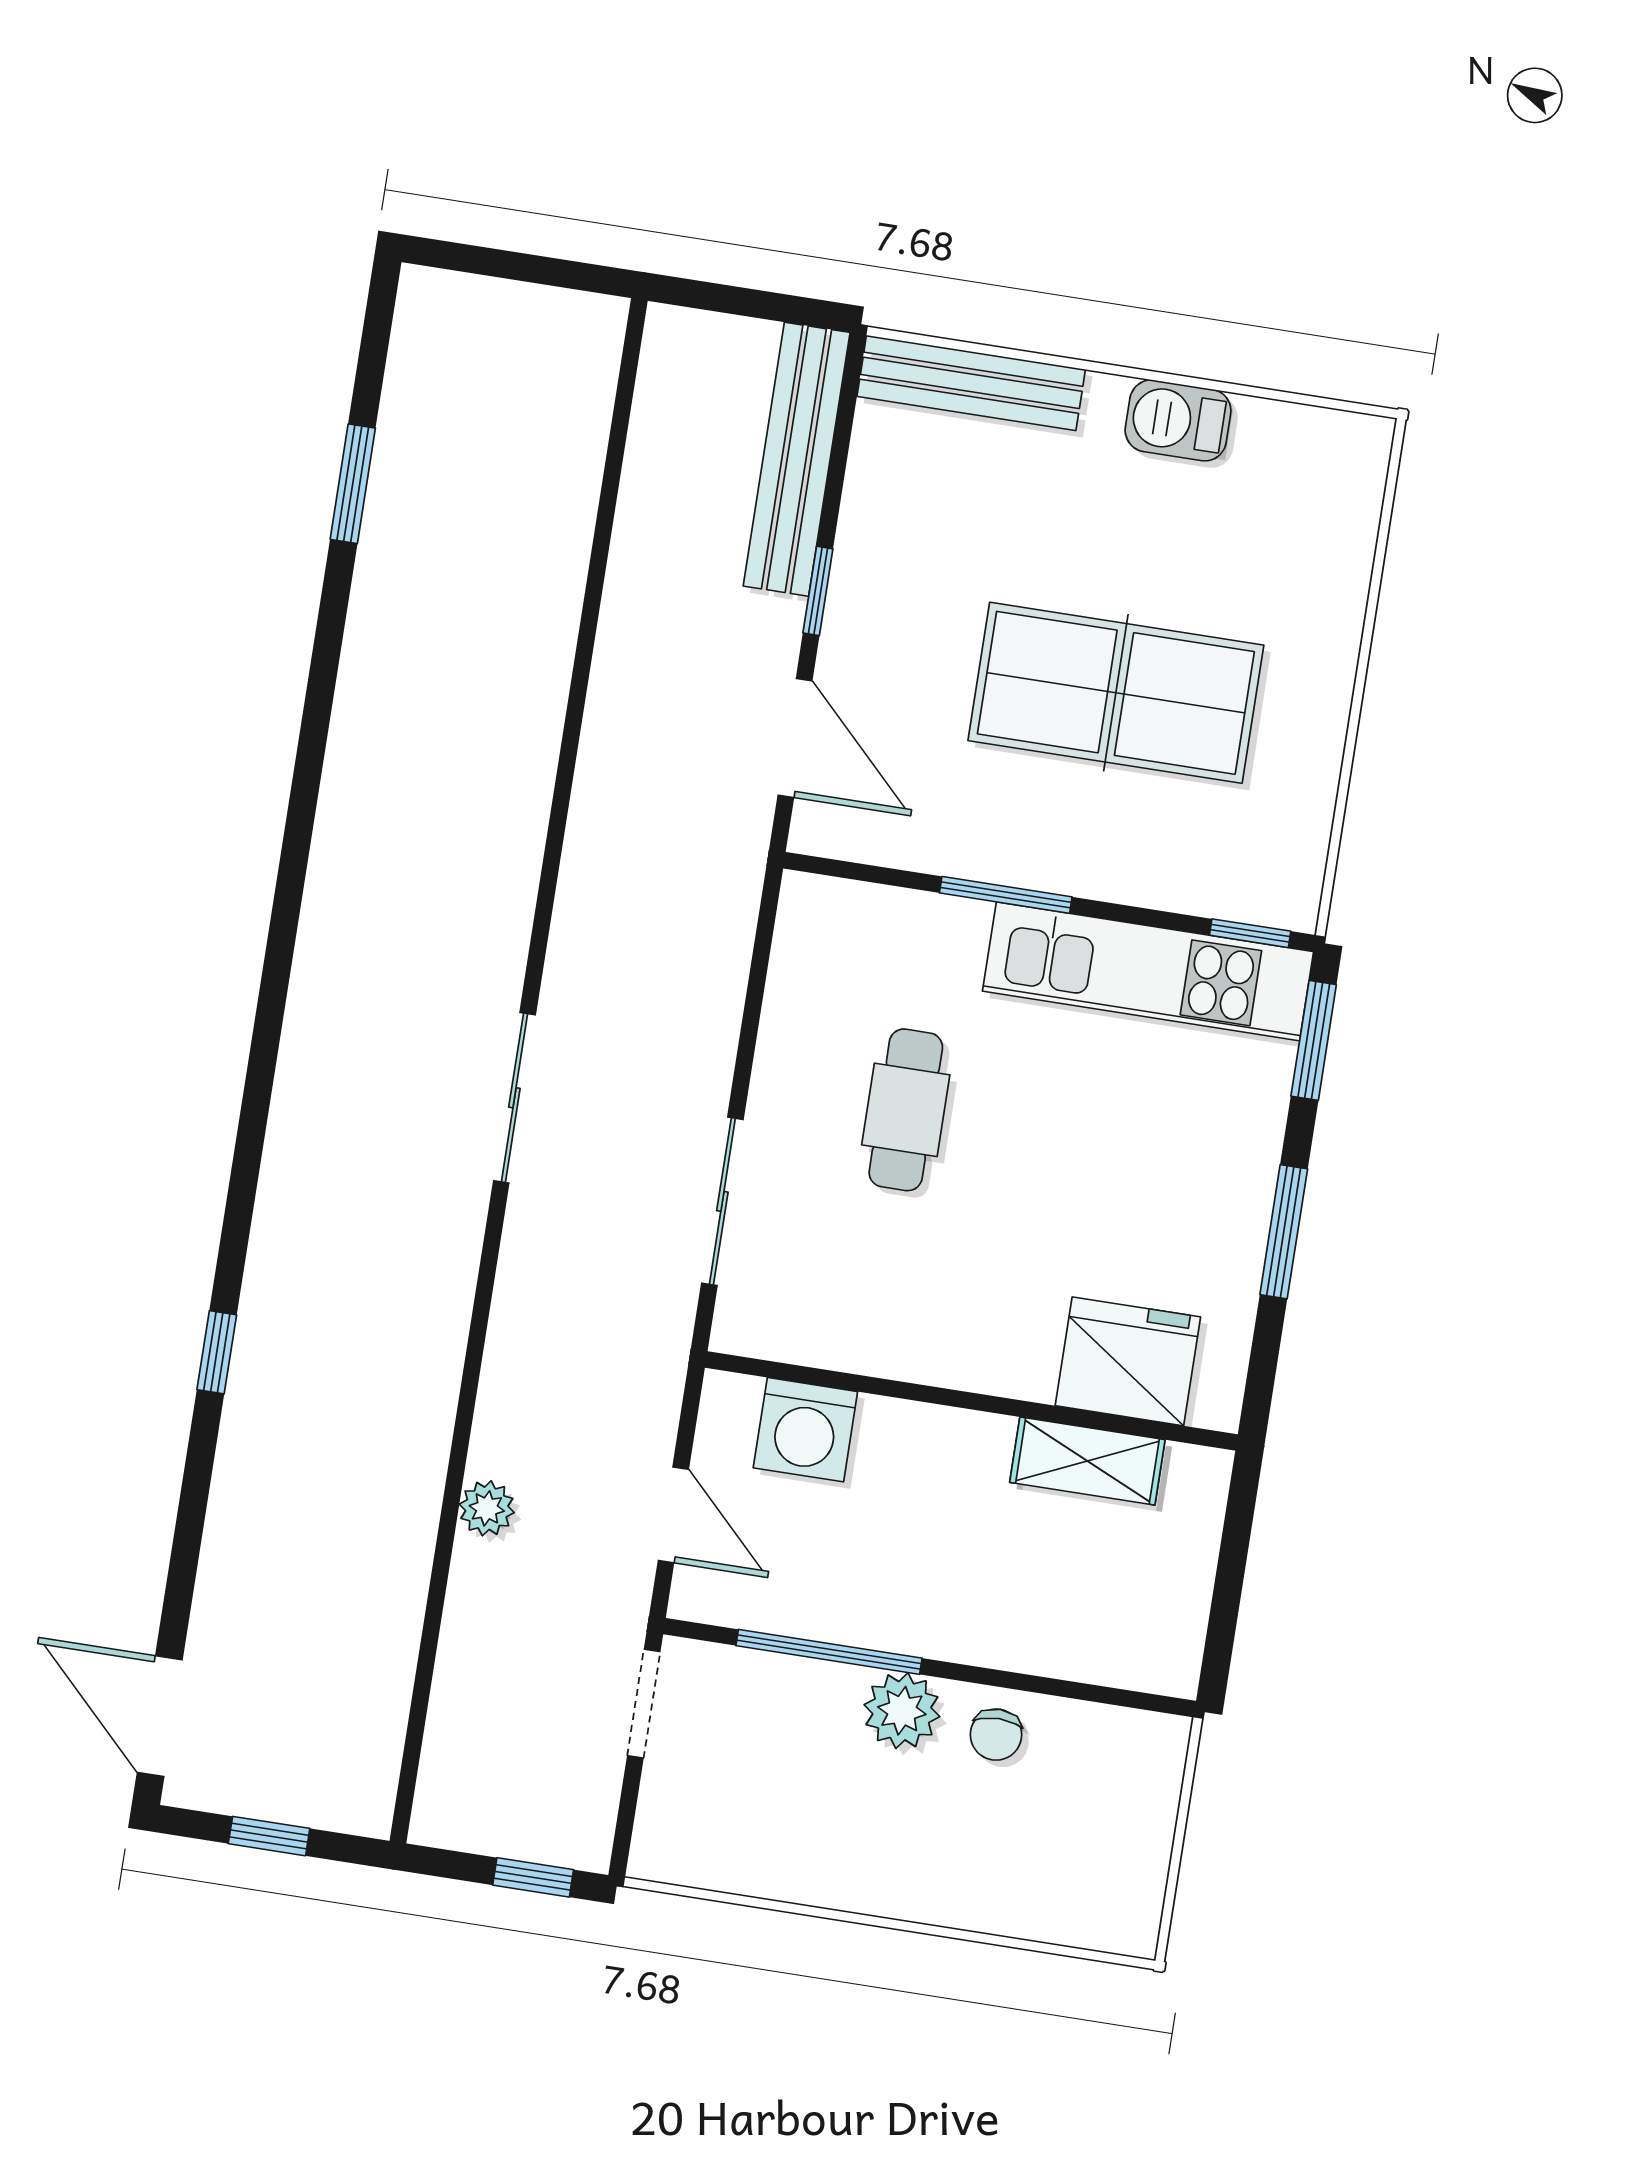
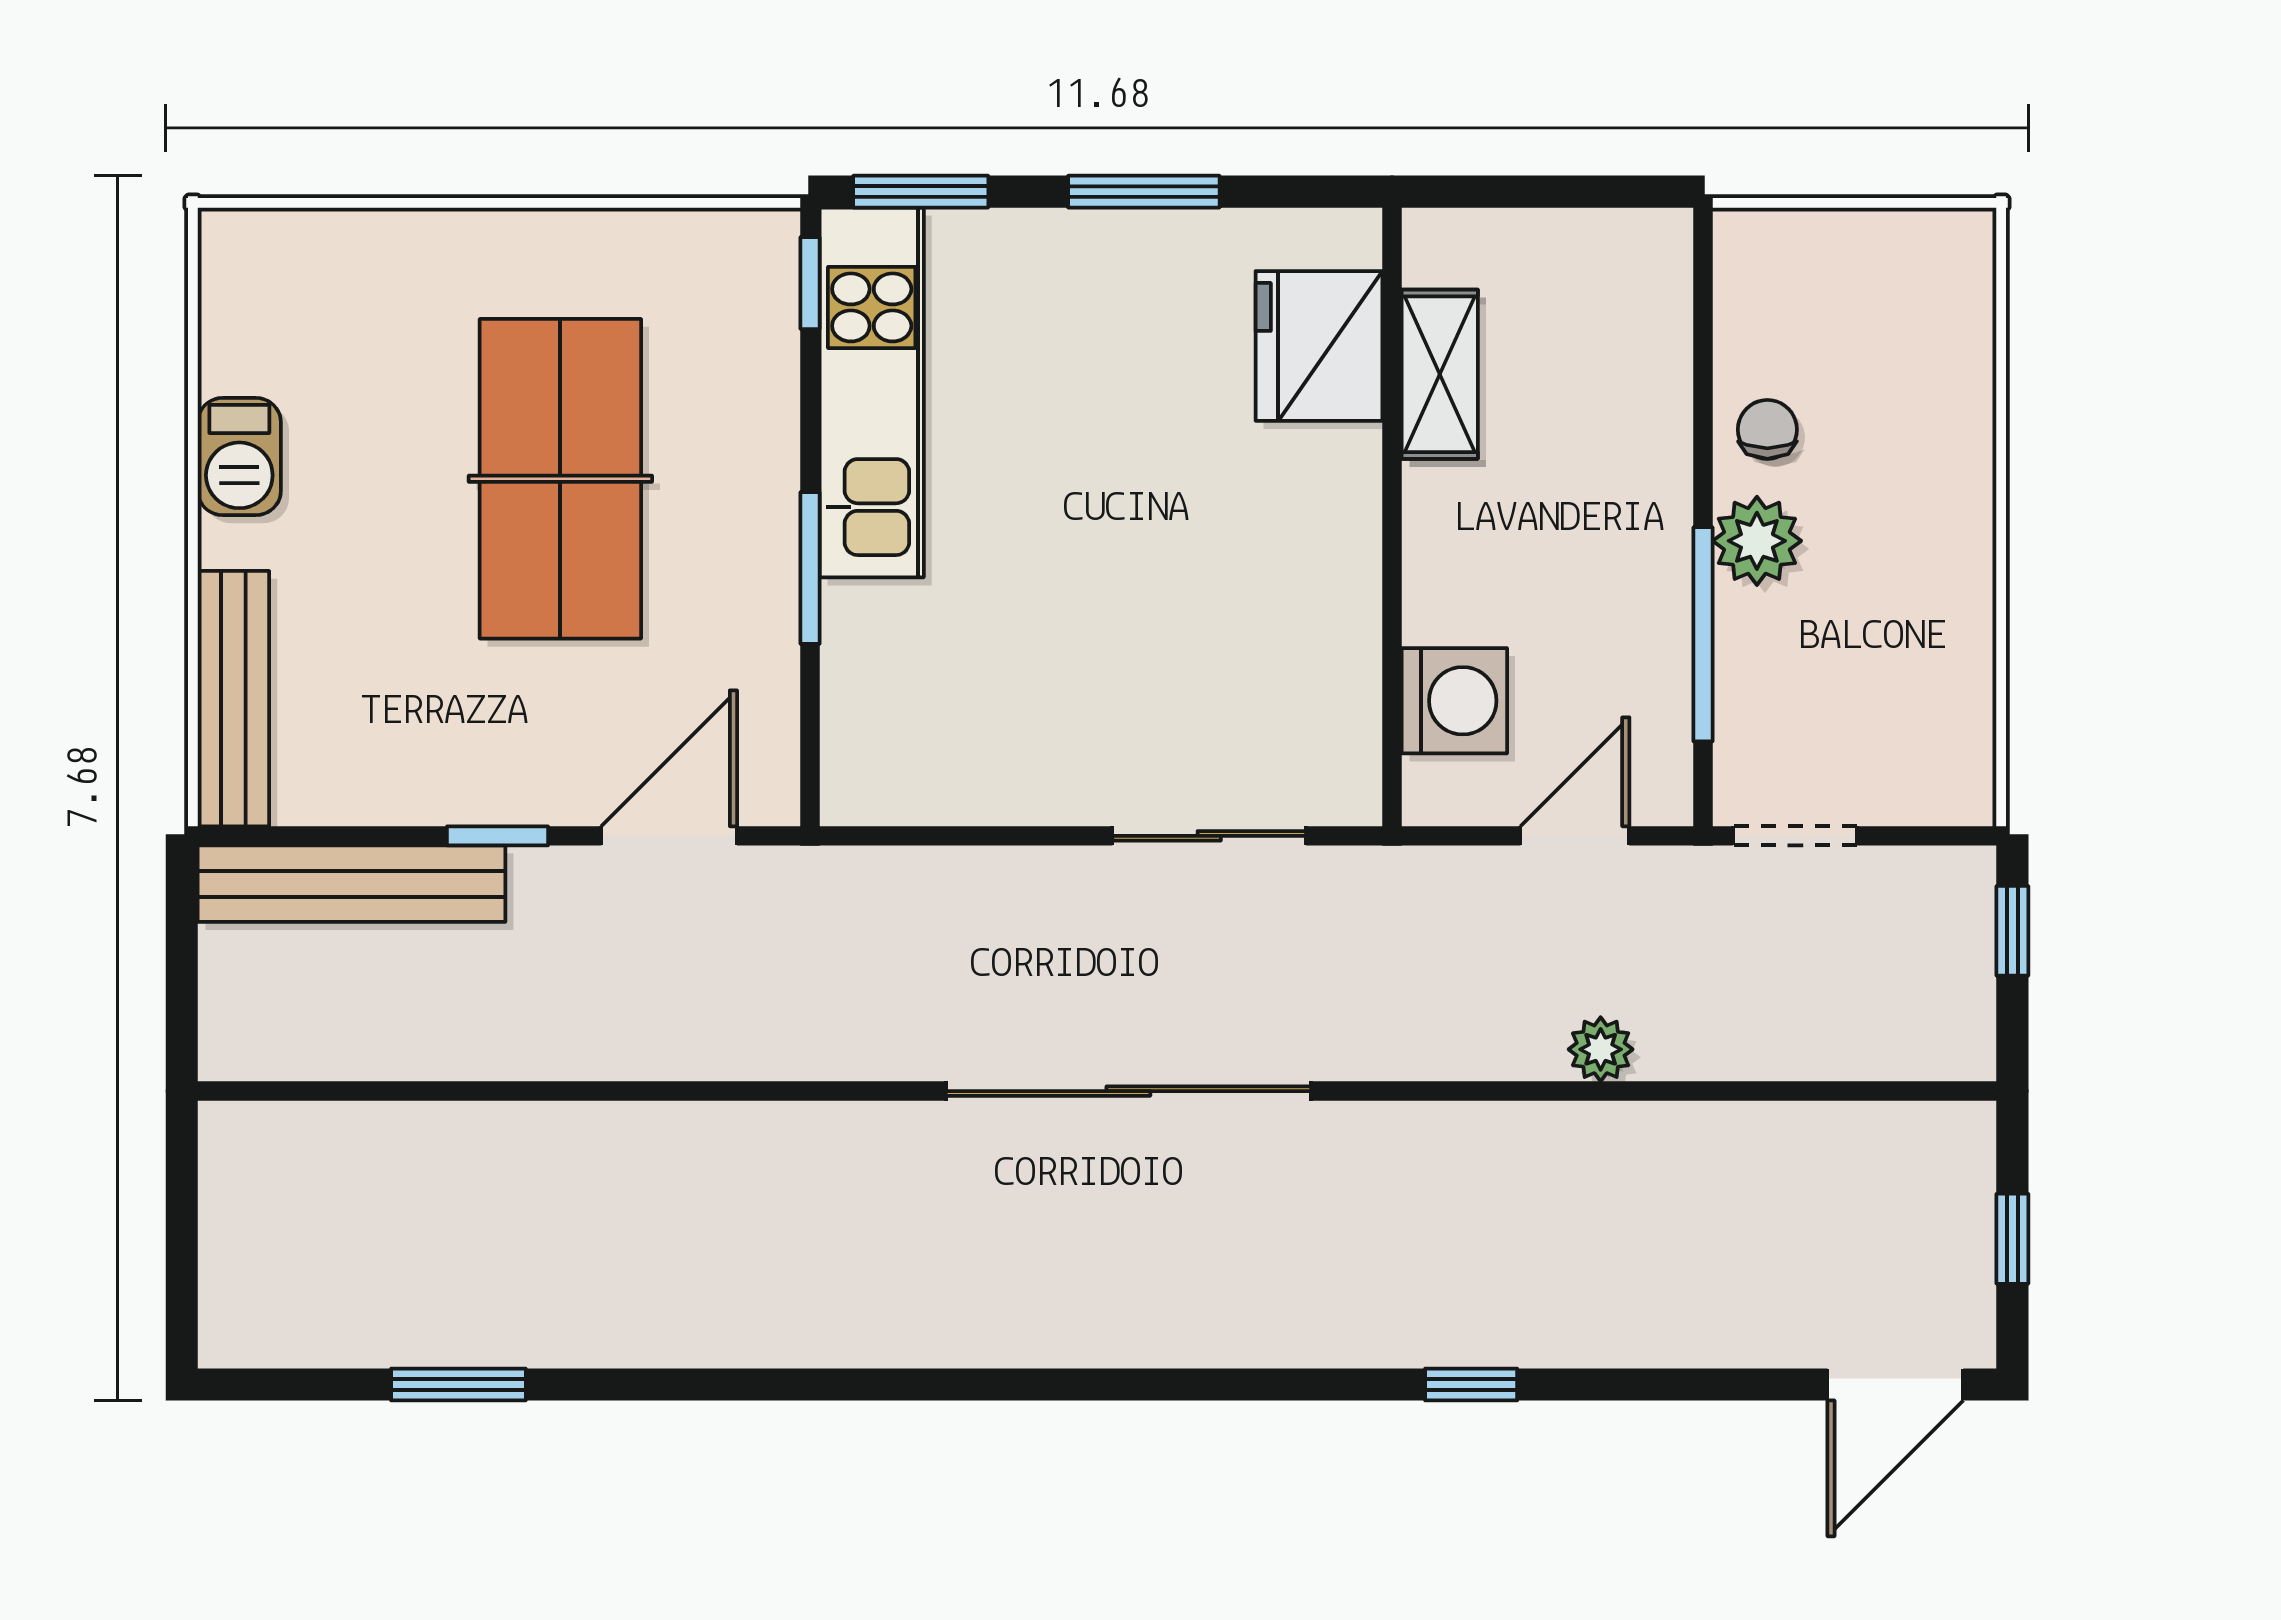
sliding door: (514, 1098) -> (1128, 1091), width x1.86
cafe table: (906, 1110) -> (1072, 644), removed
chair: (996, 1735) -> (1767, 429), turned -90

